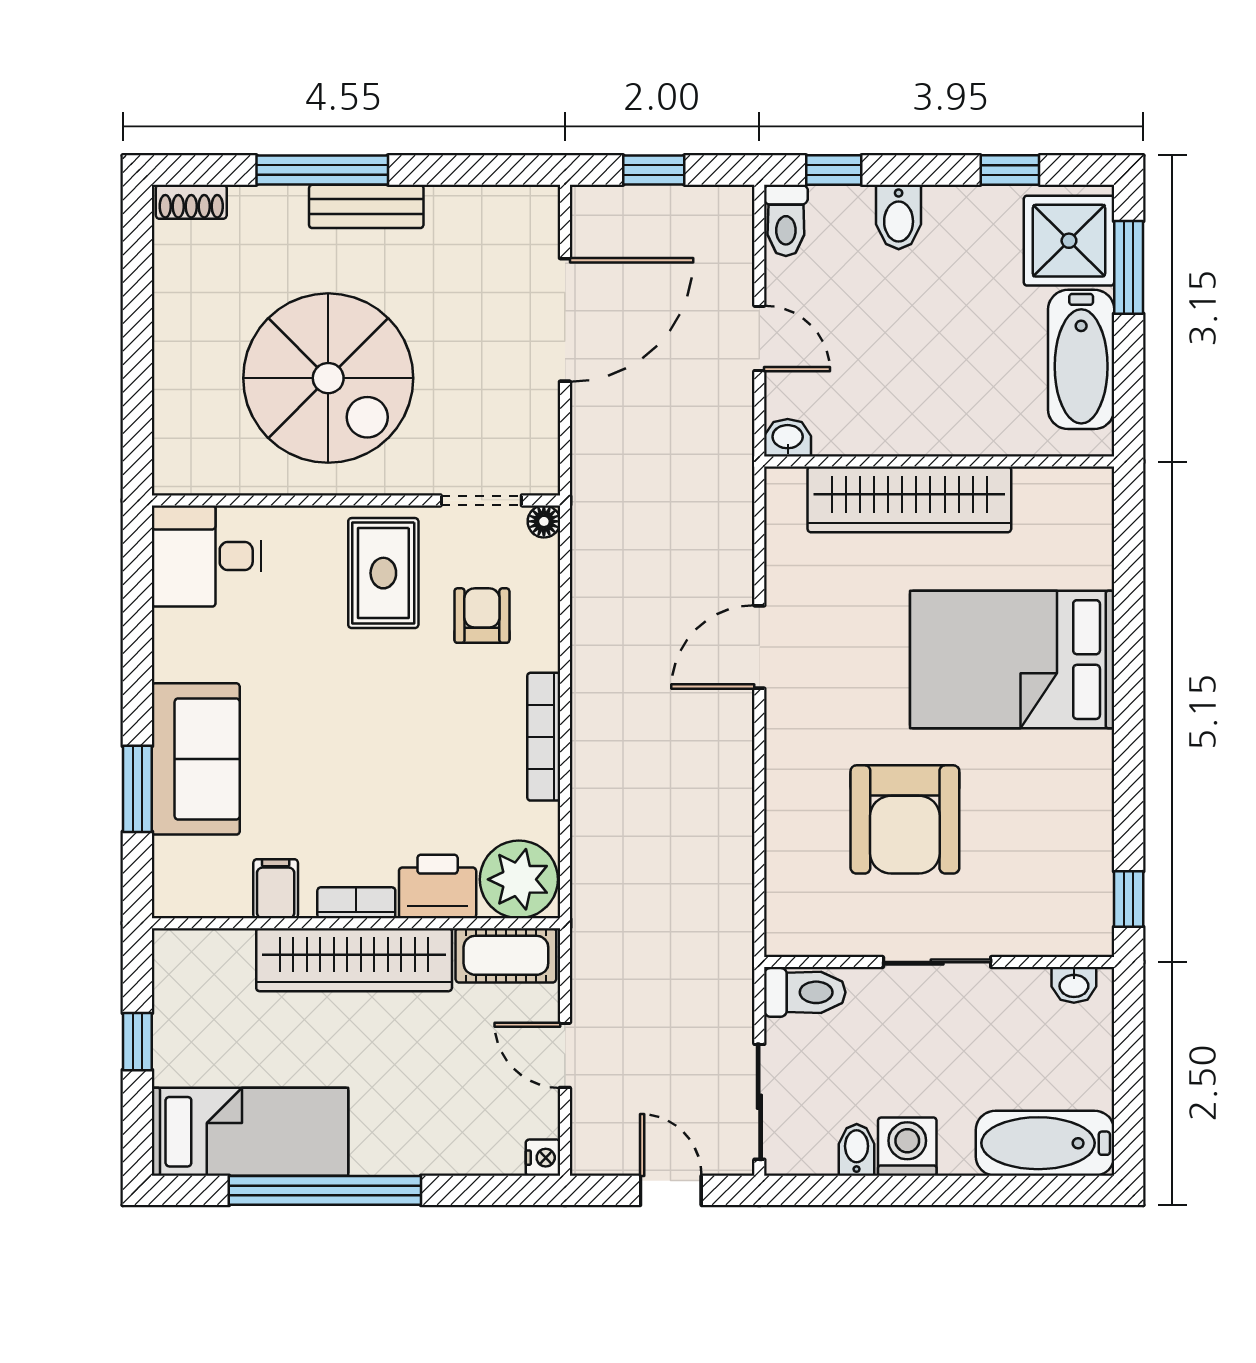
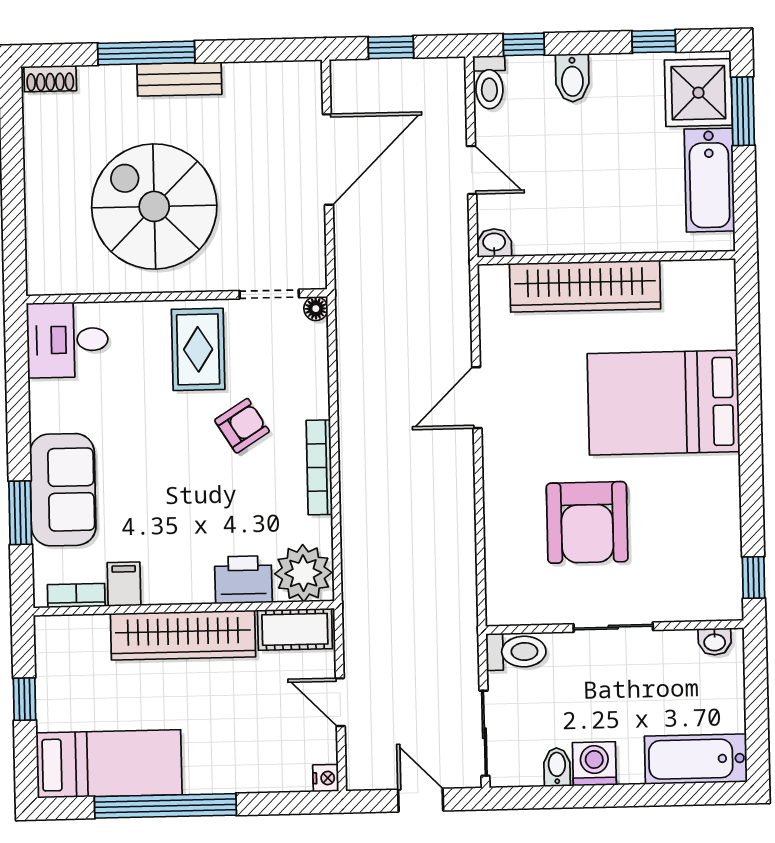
spiral stairs: (328, 378) -> (154, 206), turned 180
armchair: (482, 616) -> (242, 426), moved, turned 58
bookcase: (356, 903) -> (76, 596), moved

